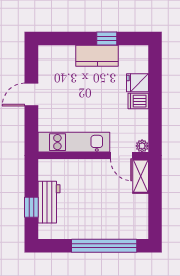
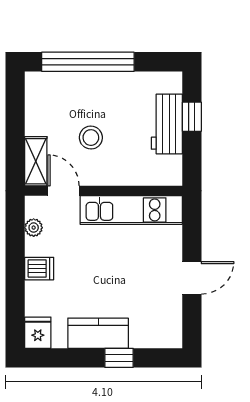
window: (107, 39) -> (119, 358), moved
fridge: (137, 83) -> (38, 333), moved, turned -90
plant: (142, 146) -> (34, 228), moved
stool: (102, 193) -> (91, 138), added

